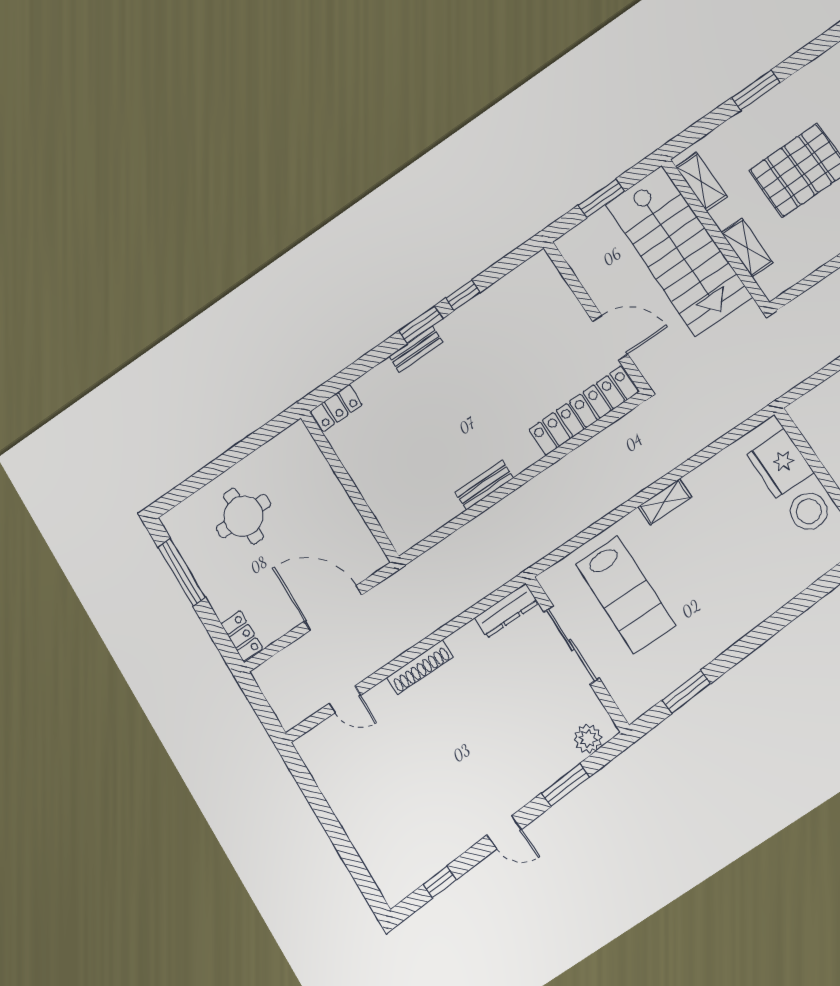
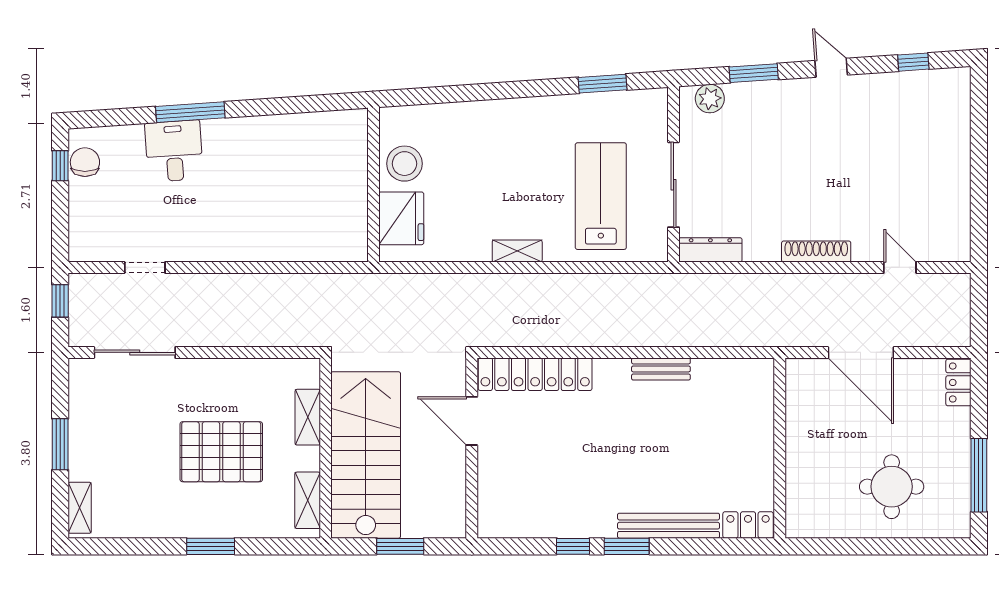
bench: (416, 349) -> (669, 526), width x1.86, depth x1.21

